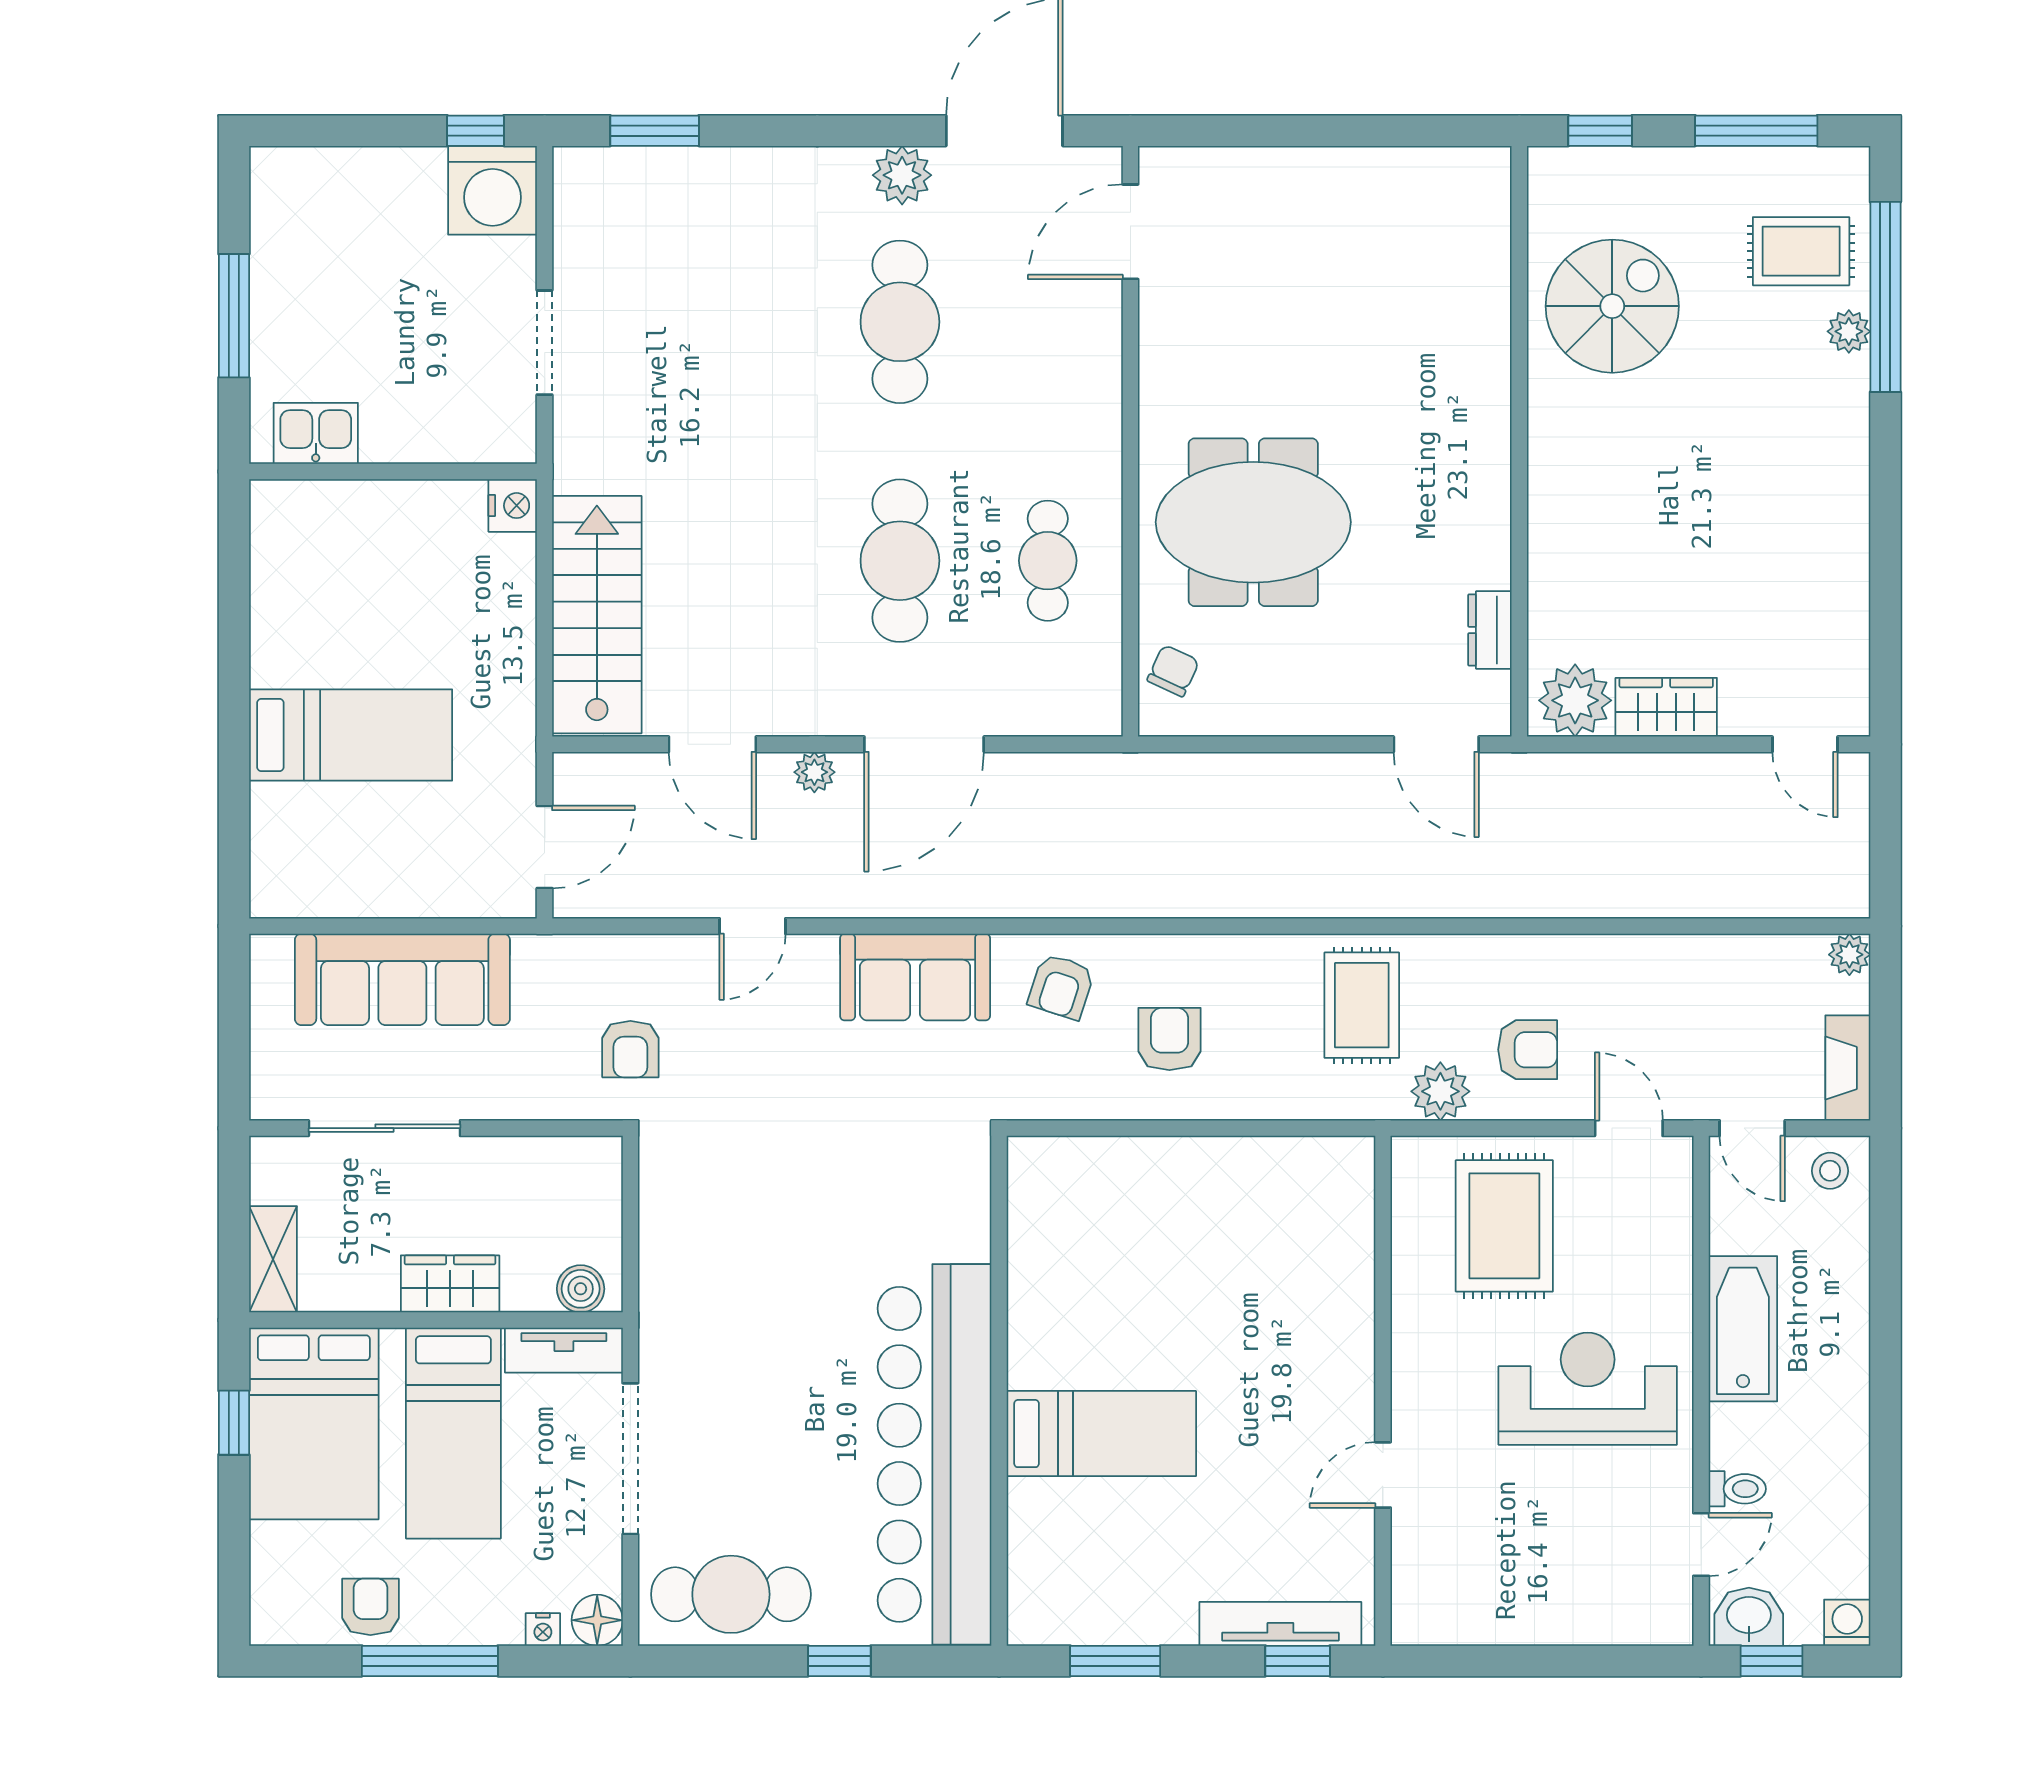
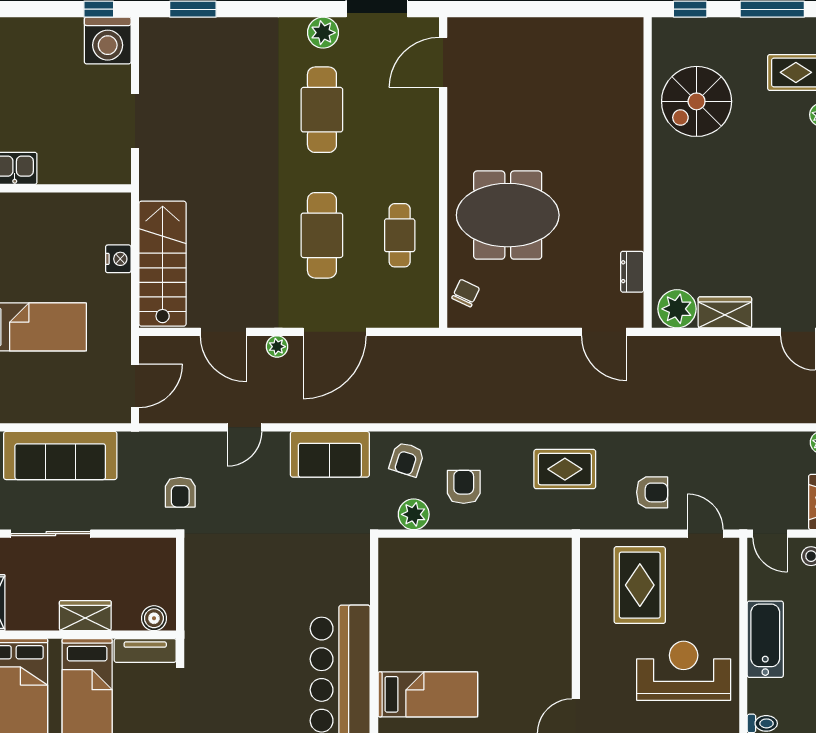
spiral stairs: (1612, 306) -> (697, 101), turned 180
nightstand: (513, 506) -> (118, 259), moved
rug: (1362, 1005) -> (565, 469), turned 90
plant: (1440, 1091) -> (414, 514), moved

